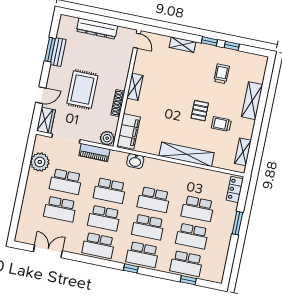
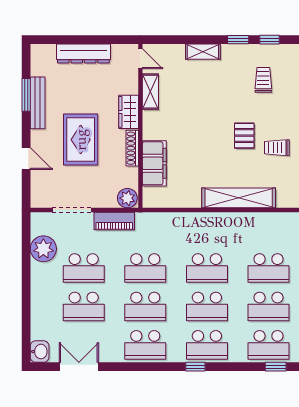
bench: (58, 52) -> (38, 103), width x1.36
shelving: (135, 87) -> (150, 92), moved
door: (41, 95) -> (26, 159), hinge flipped
wardrobe: (46, 120) -> (129, 112), moved, turned 180
filing cabinet: (129, 131) -> (154, 163), moved
washbasin: (135, 161) -> (40, 352), moved, turned -90

